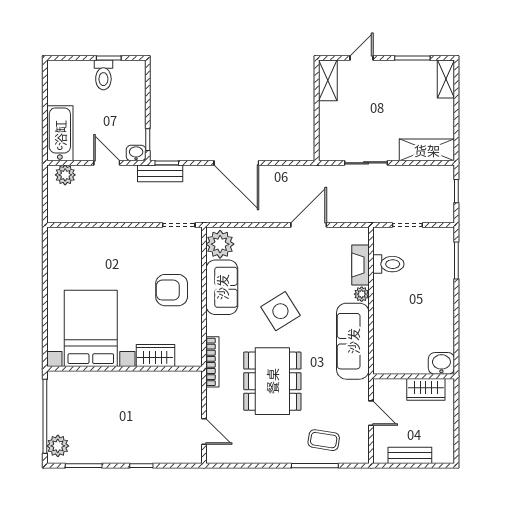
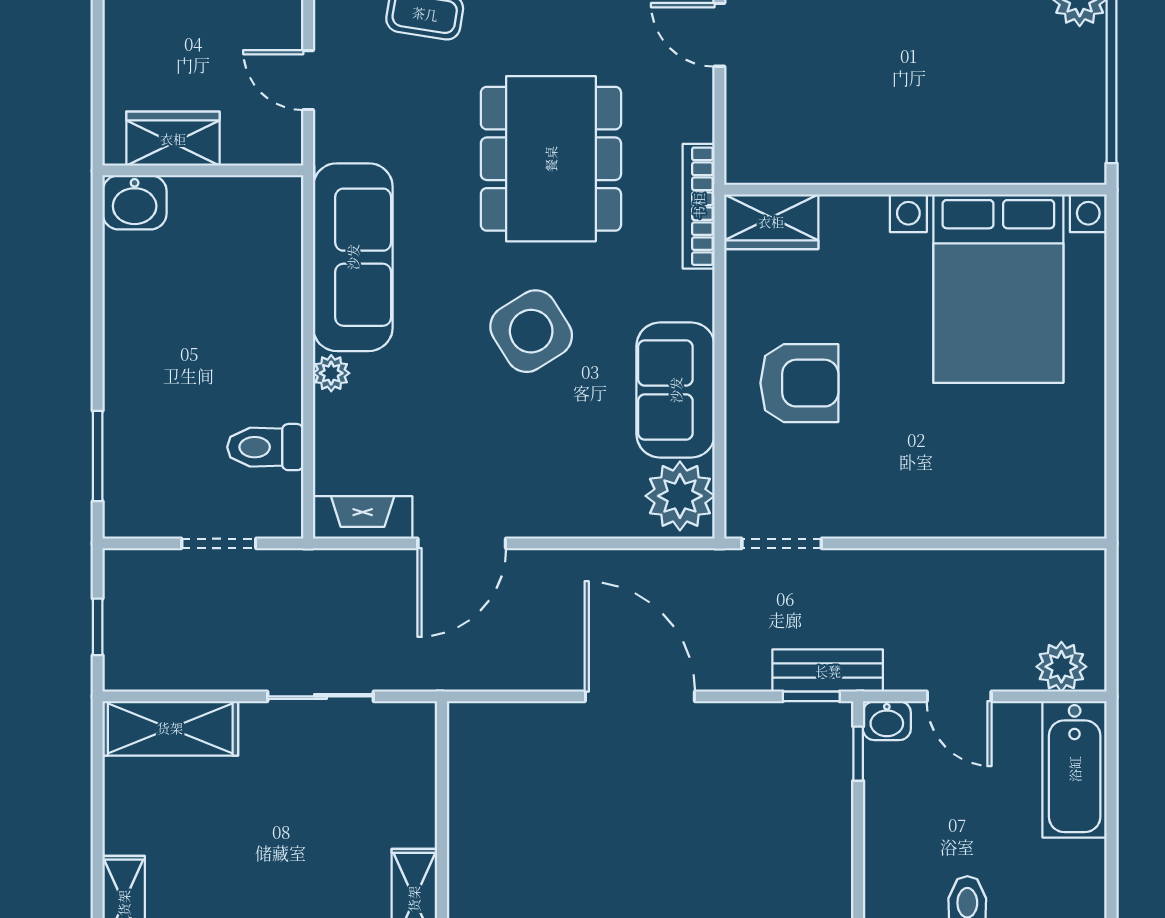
fireplace: (360, 265) -> (363, 517), moved, turned -90
wardrobe: (155, 356) -> (771, 222), moved

